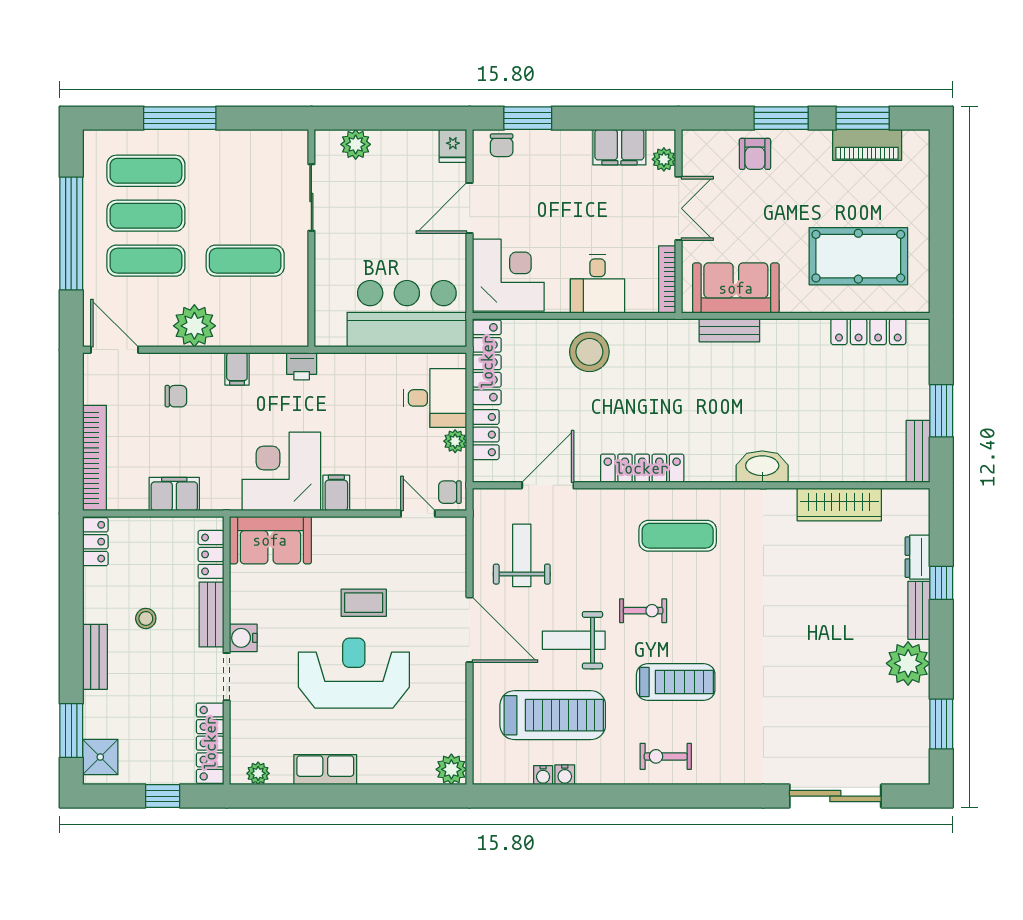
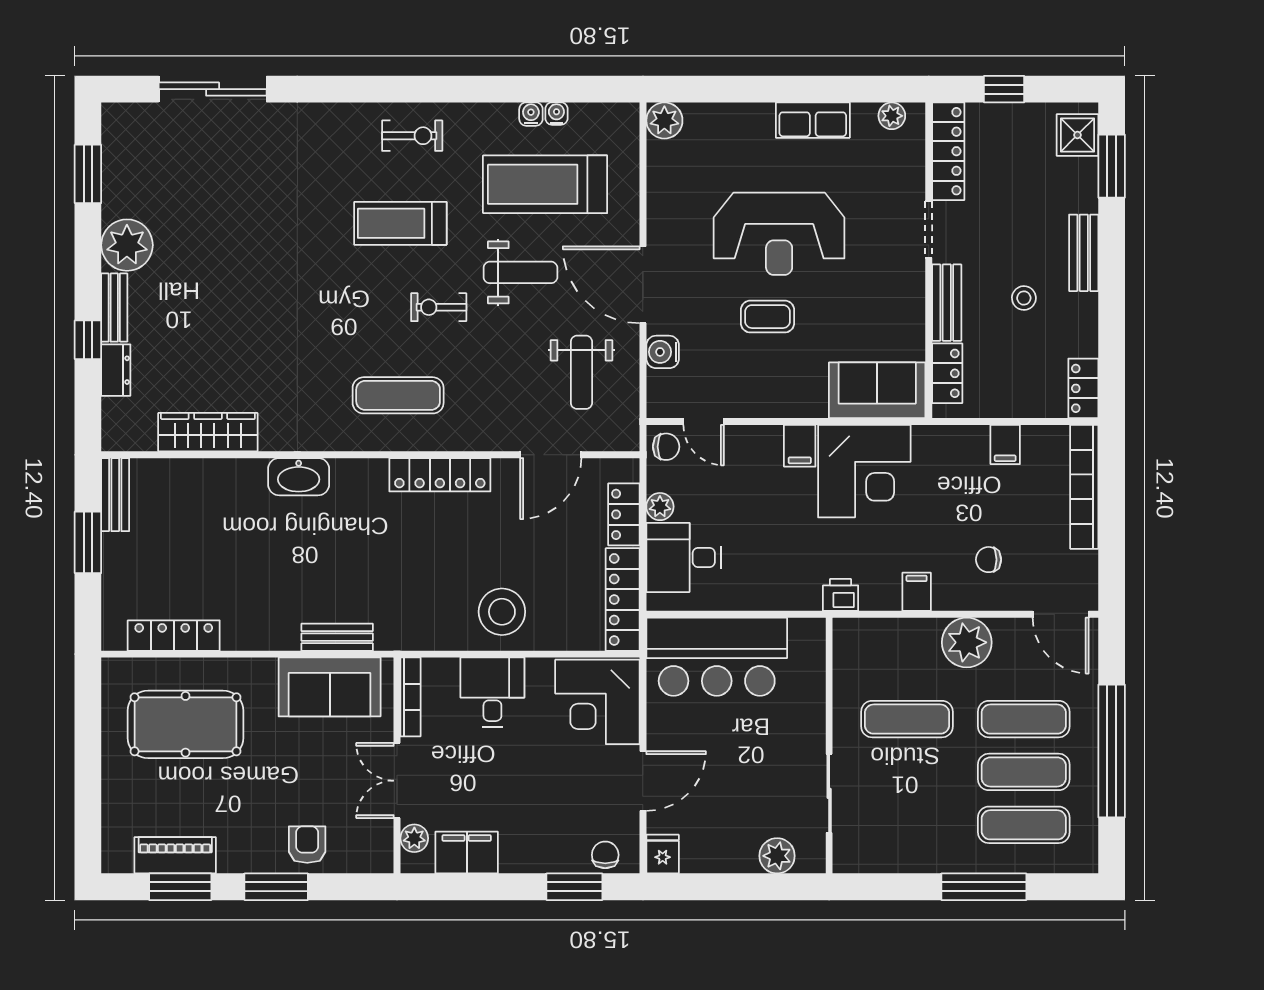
filing cabinet: (174, 494) -> (1005, 444), width x0.50
water cooler: (243, 638) -> (663, 352), moved, turned 180

